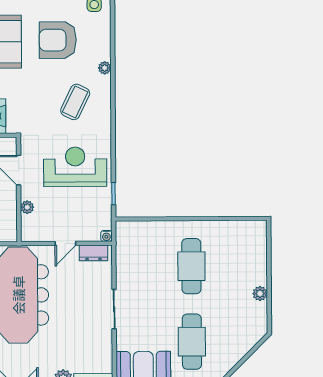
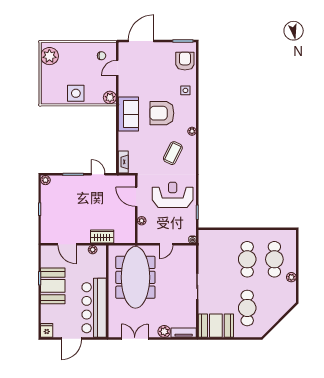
dresser: (93, 253) -> (184, 250), removed
cafe table: (234, 266) -> (274, 259), added

